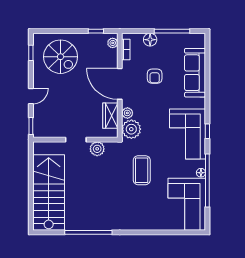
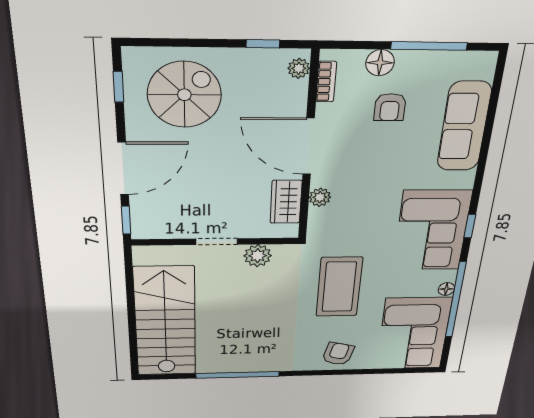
spiral stairs: (61, 57) -> (184, 95), turned -90
armchair: (155, 76) -> (390, 107), moved
door: (31, 96) -> (123, 169), width x1.87
plant: (131, 129) -> (325, 224), removed
coffee table: (142, 170) -> (339, 287), width x1.36, depth x1.32
armchair: (145, 218) -> (338, 354), added

